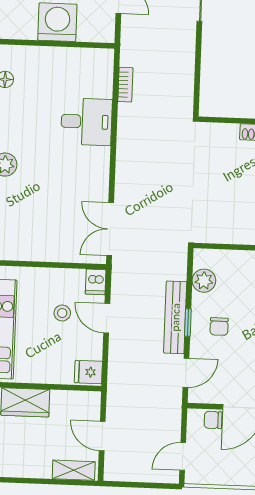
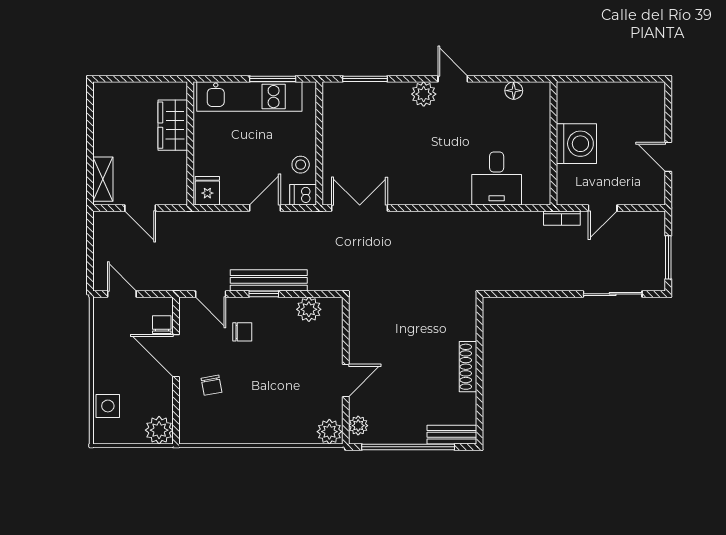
bookcase: (125, 85) -> (562, 218), moved
desk: (86, 122) -> (497, 179), moved
stool: (62, 313) -> (301, 165), moved
chair: (219, 326) -> (242, 332), moved, turned 180
door: (102, 436) -> (140, 208), swing flipped

